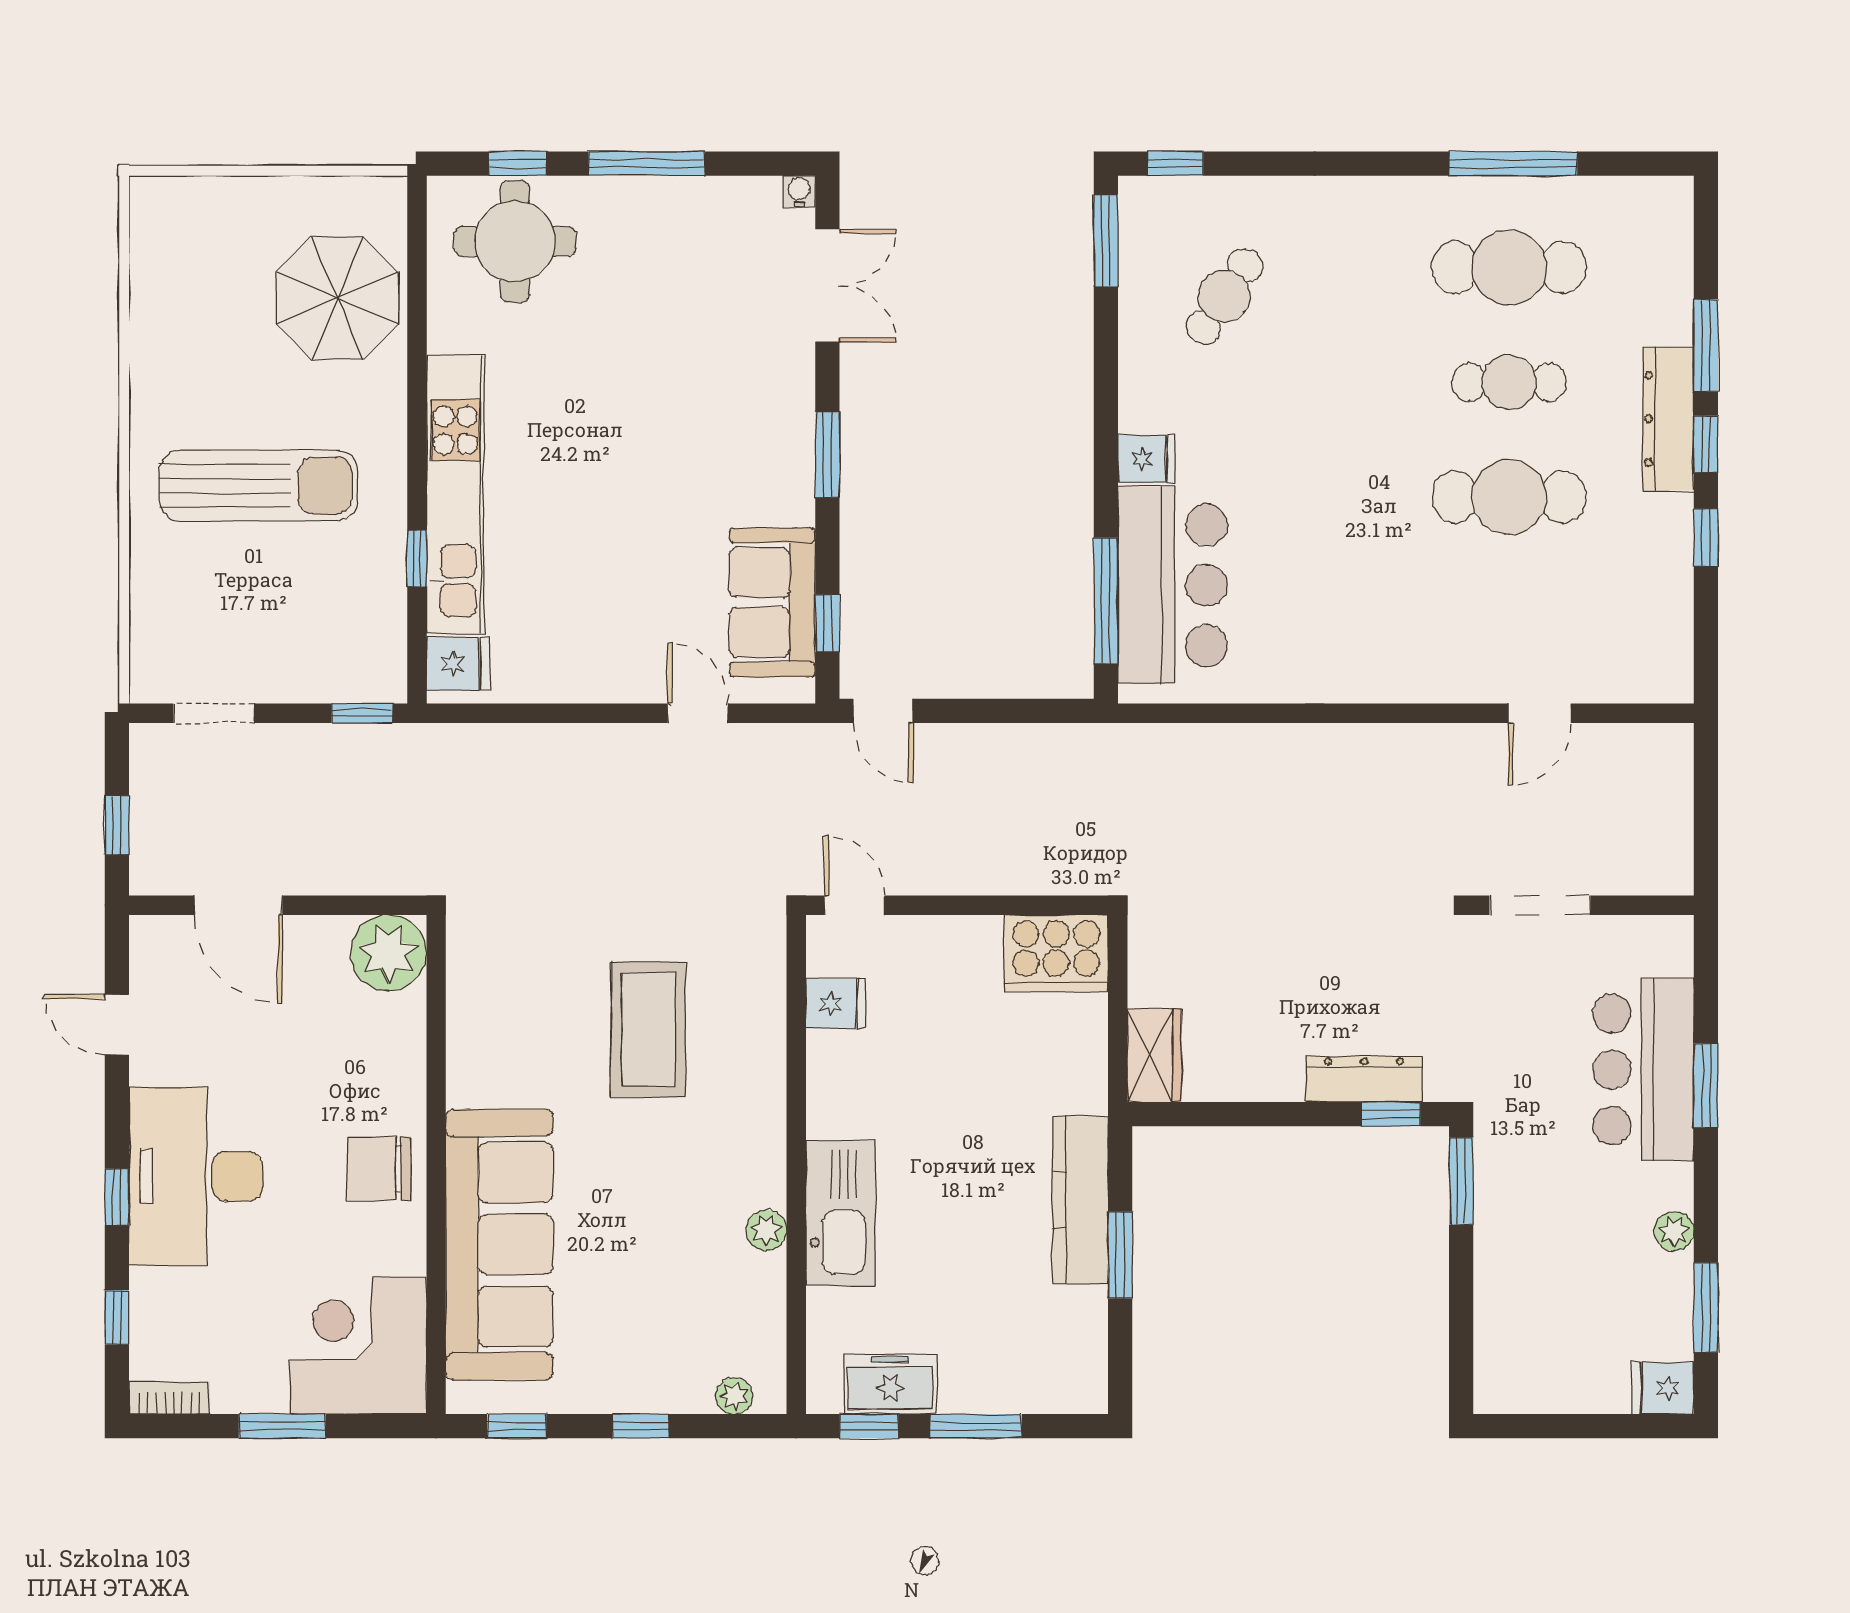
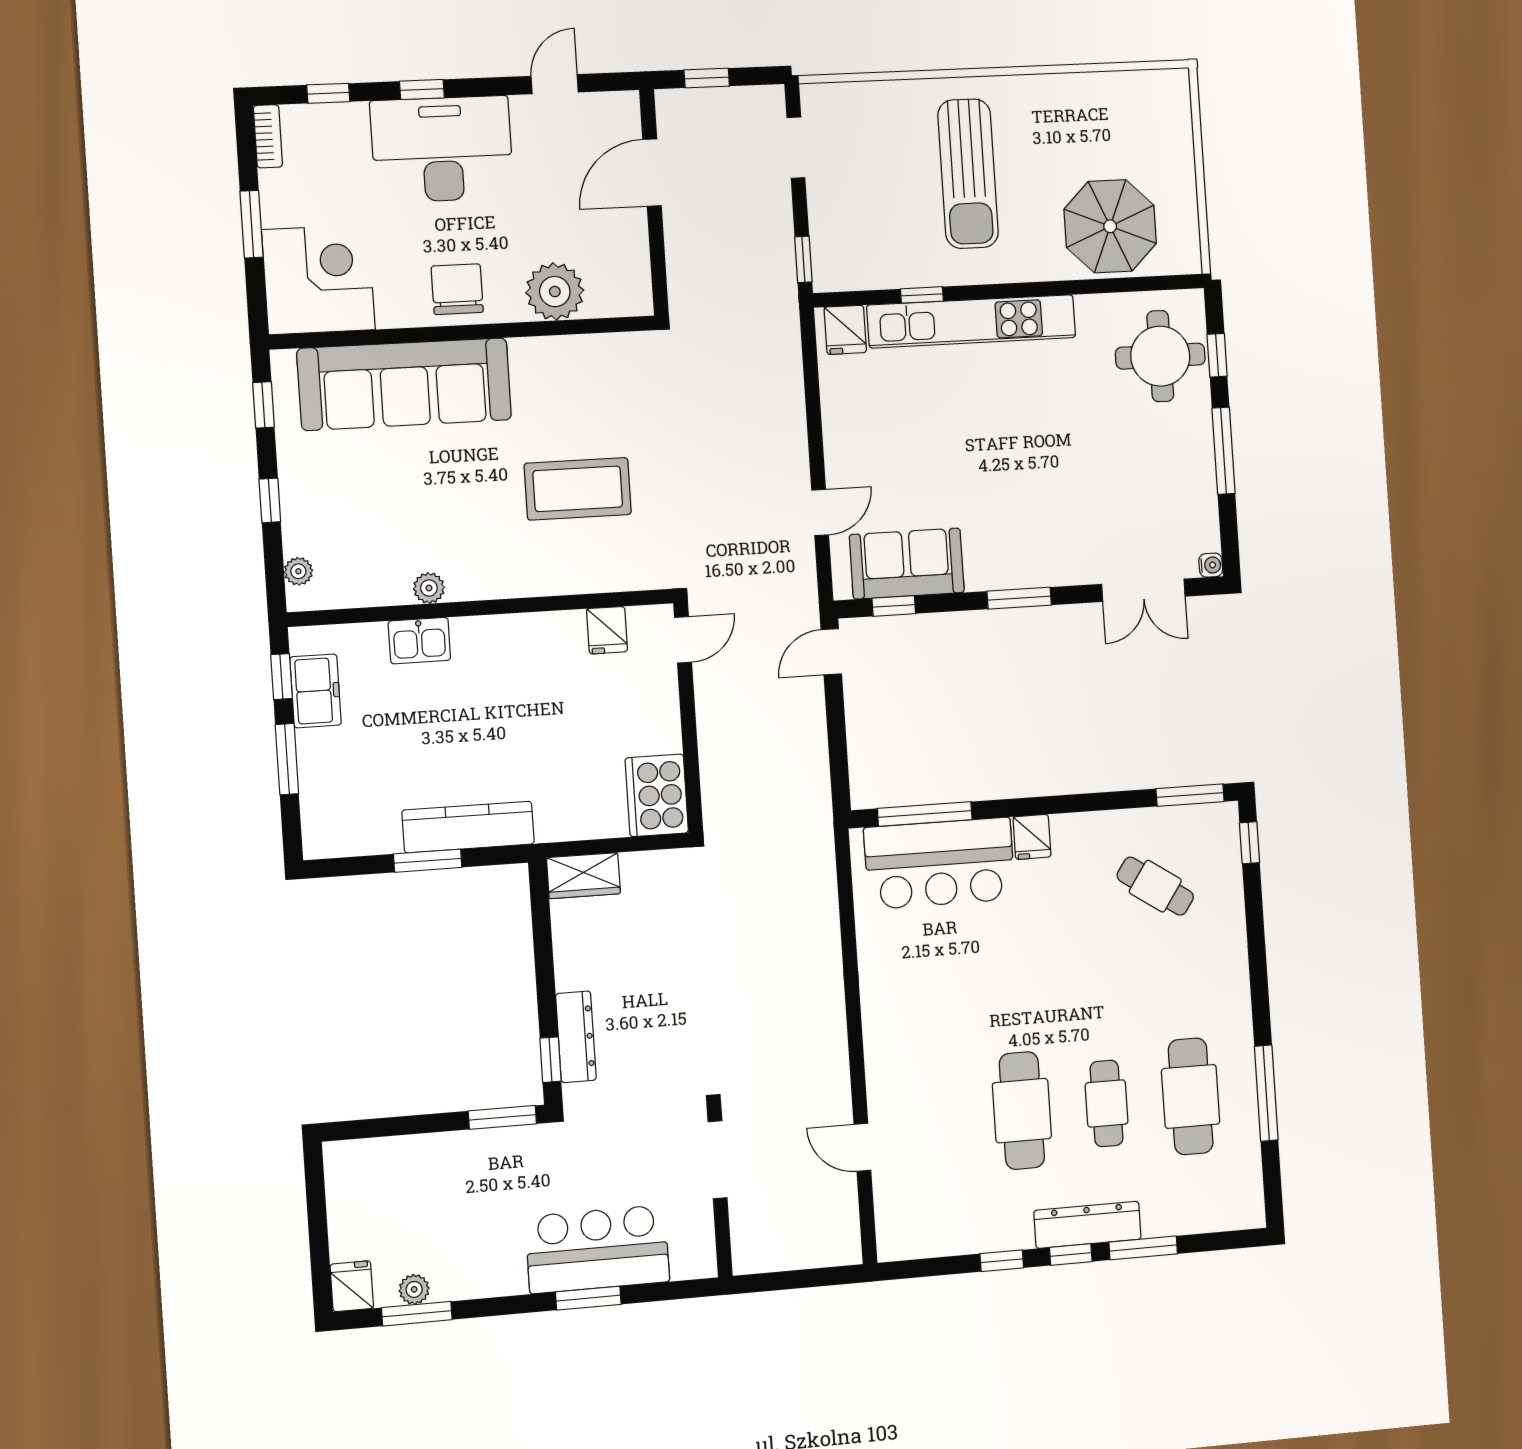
plant: (389, 953) -> (555, 292), moved
kitchen sink: (841, 1213) -> (419, 641), width x0.53, depth x0.81
plant: (1674, 1231) -> (414, 1289), moved

